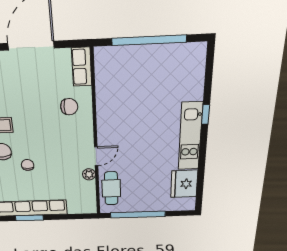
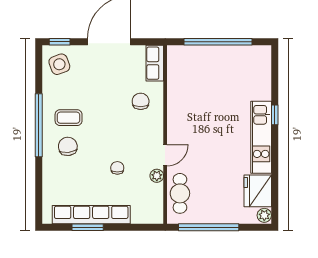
chair: (69, 107) -> (141, 101), turned -90
chair: (28, 165) -> (117, 168), moved
plant: (189, 204) -> (264, 215), added

